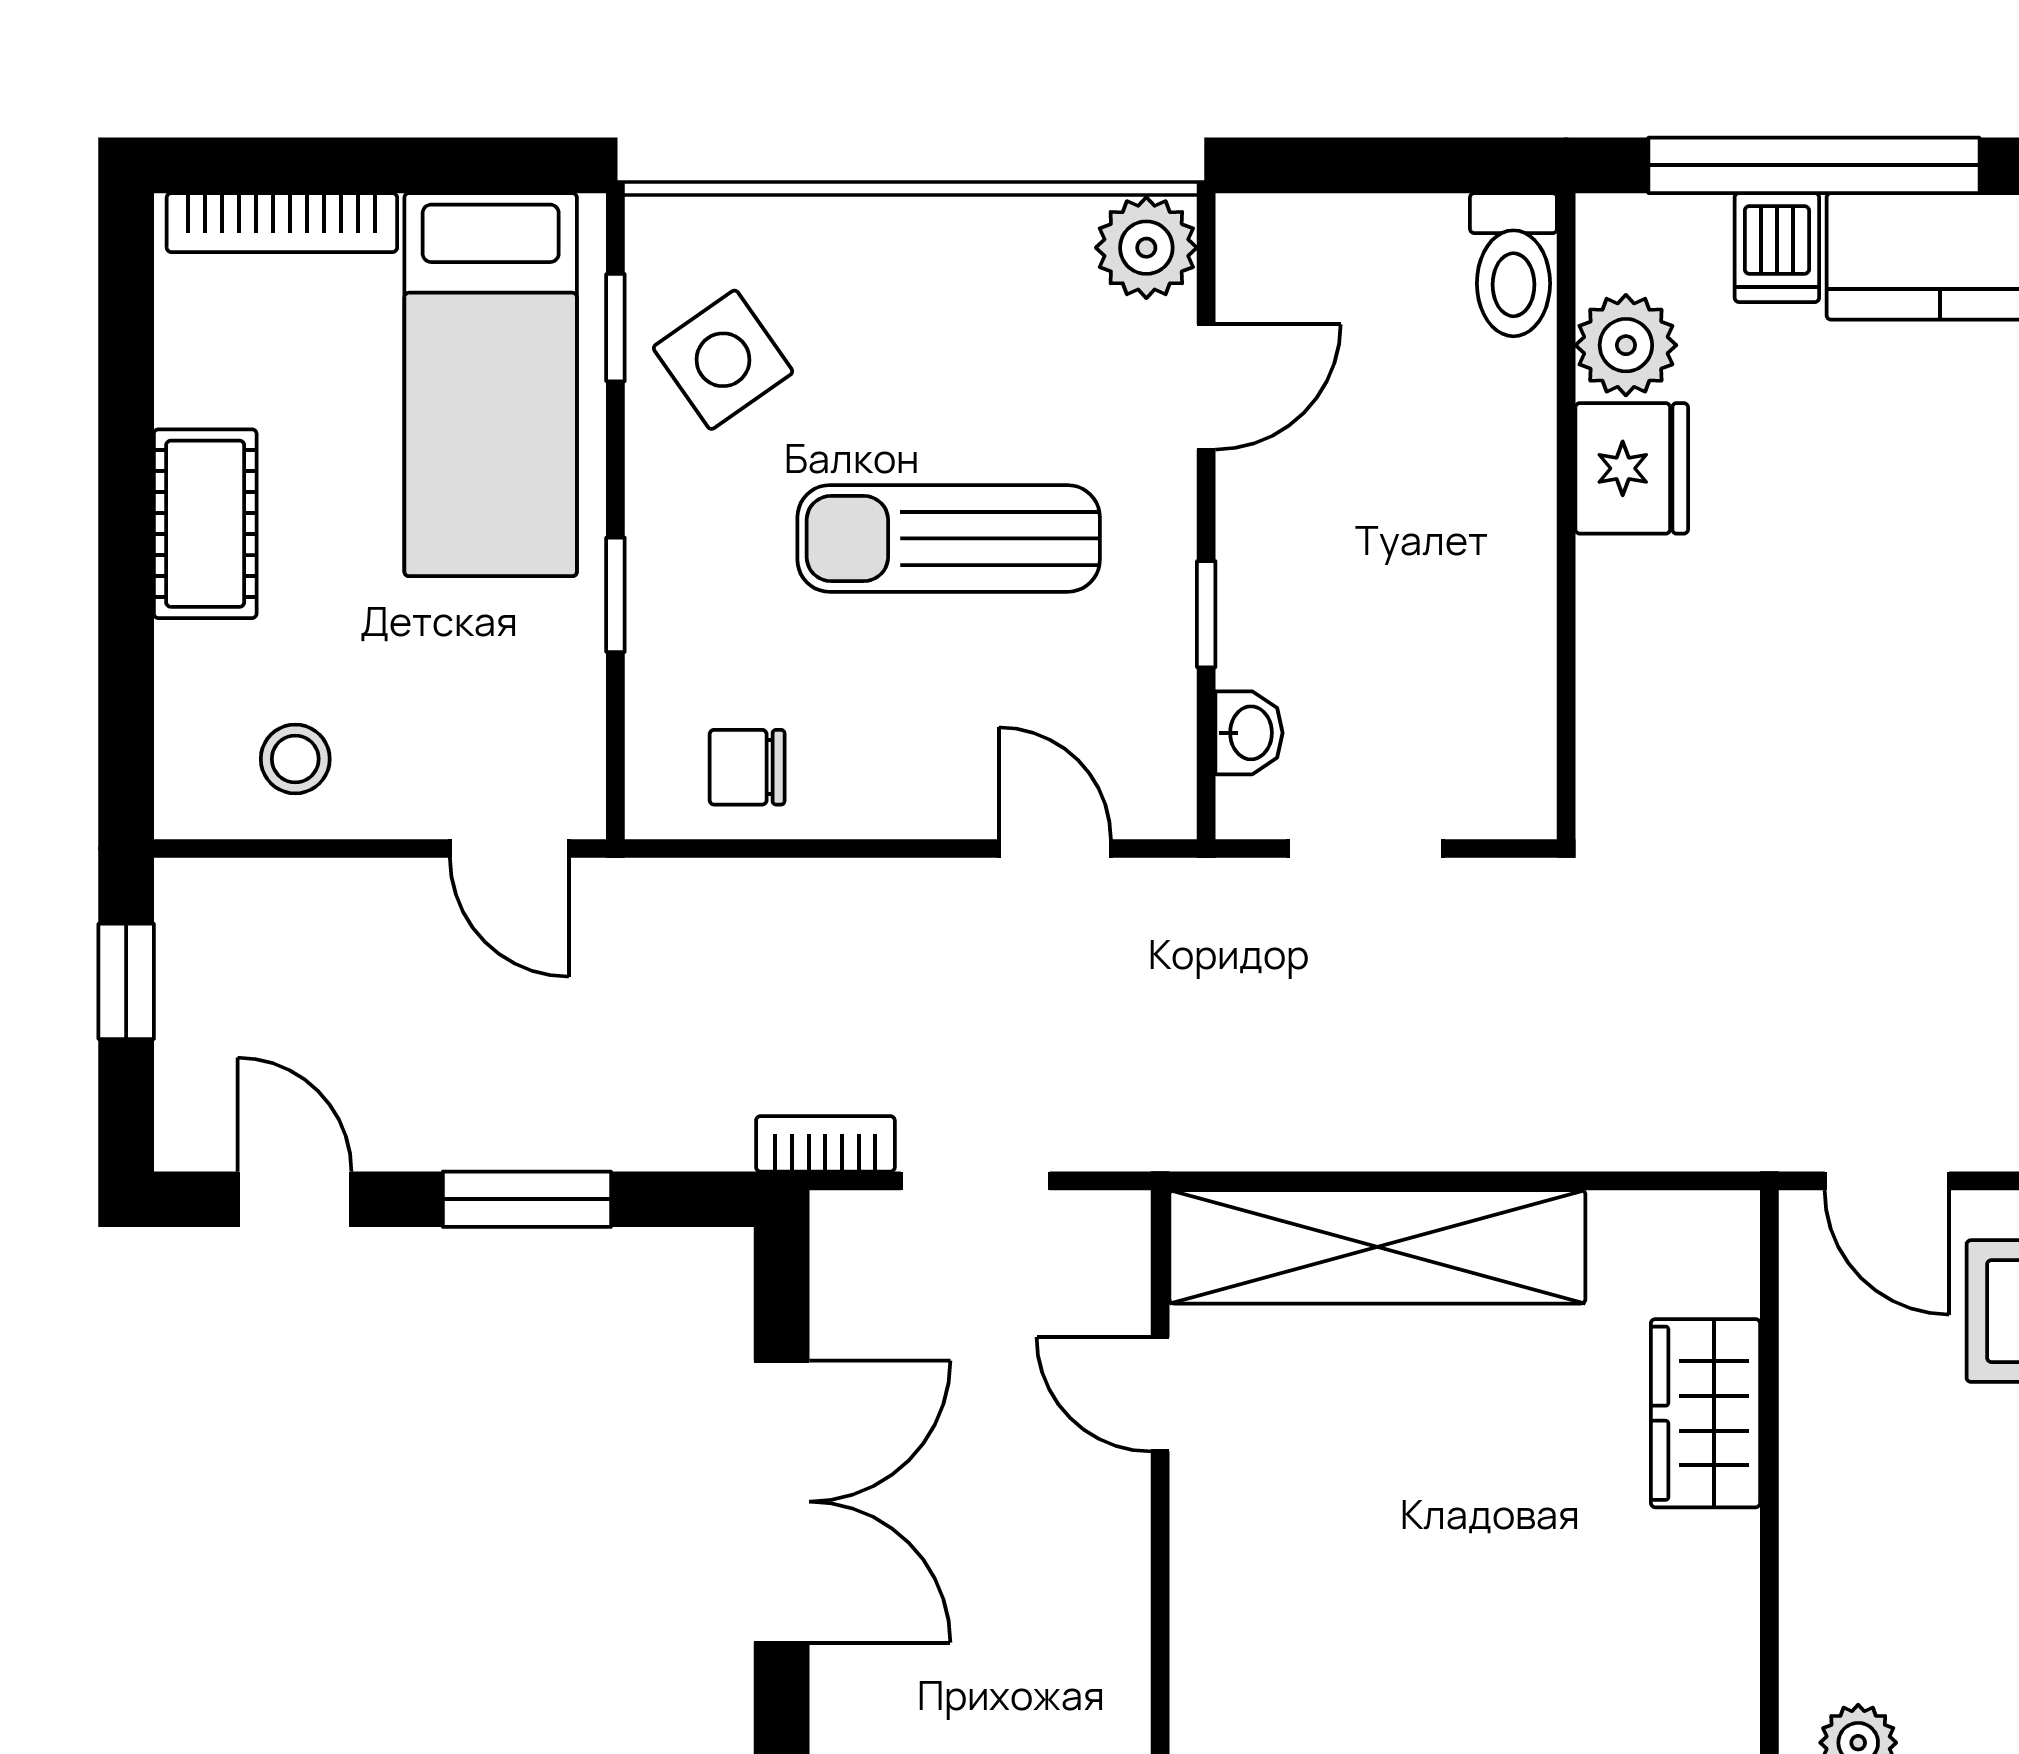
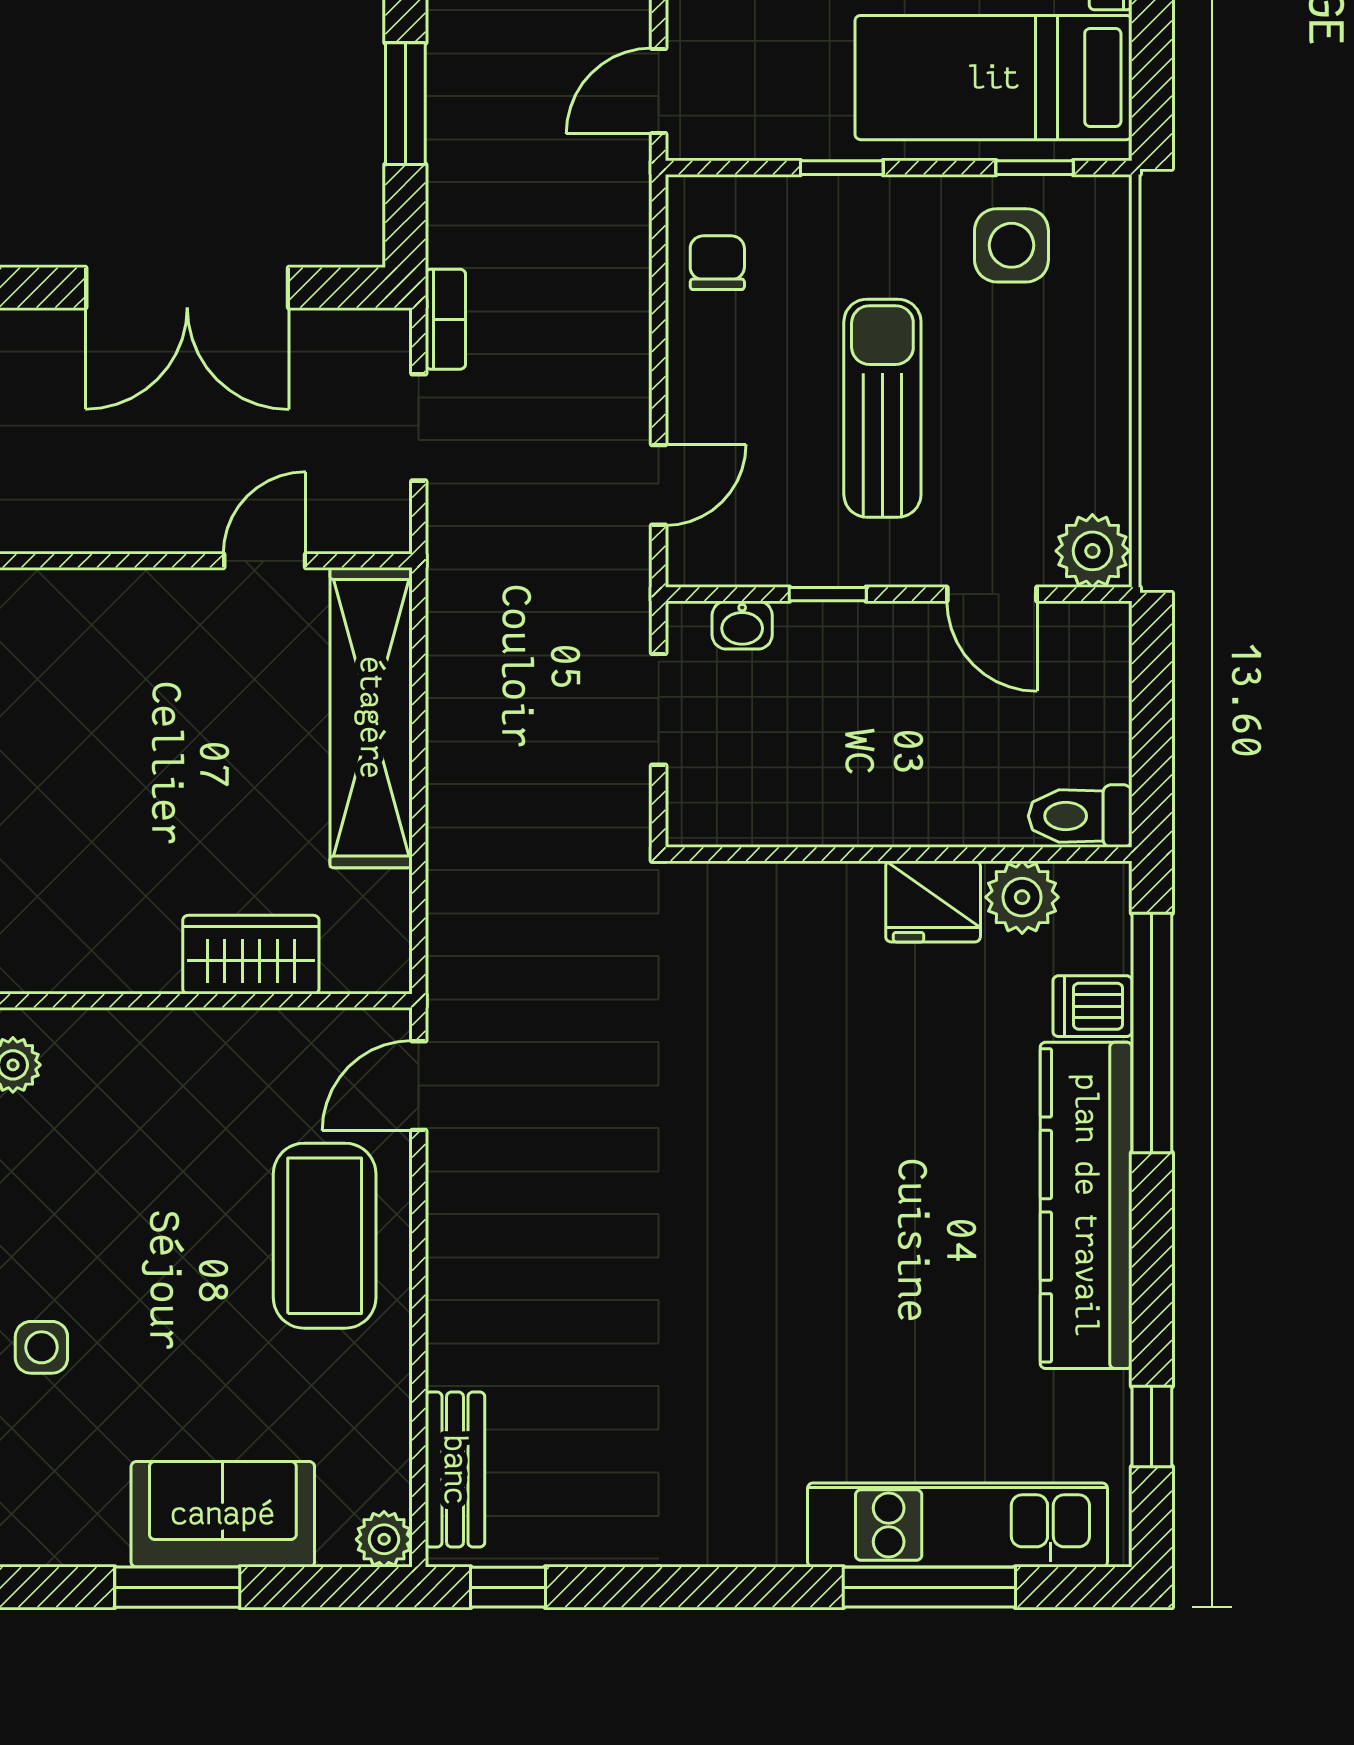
side table: (723, 360) -> (1011, 245), turned 35

